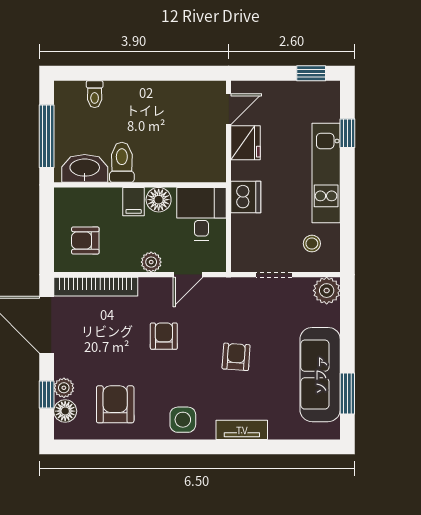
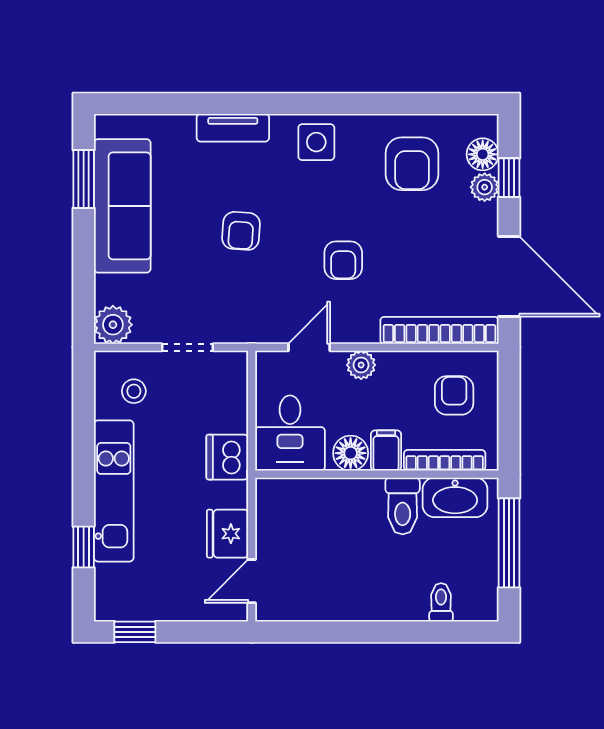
bookcase: (92, 195) -> (445, 460), added
armchair: (85, 241) -> (454, 395), turned -90

